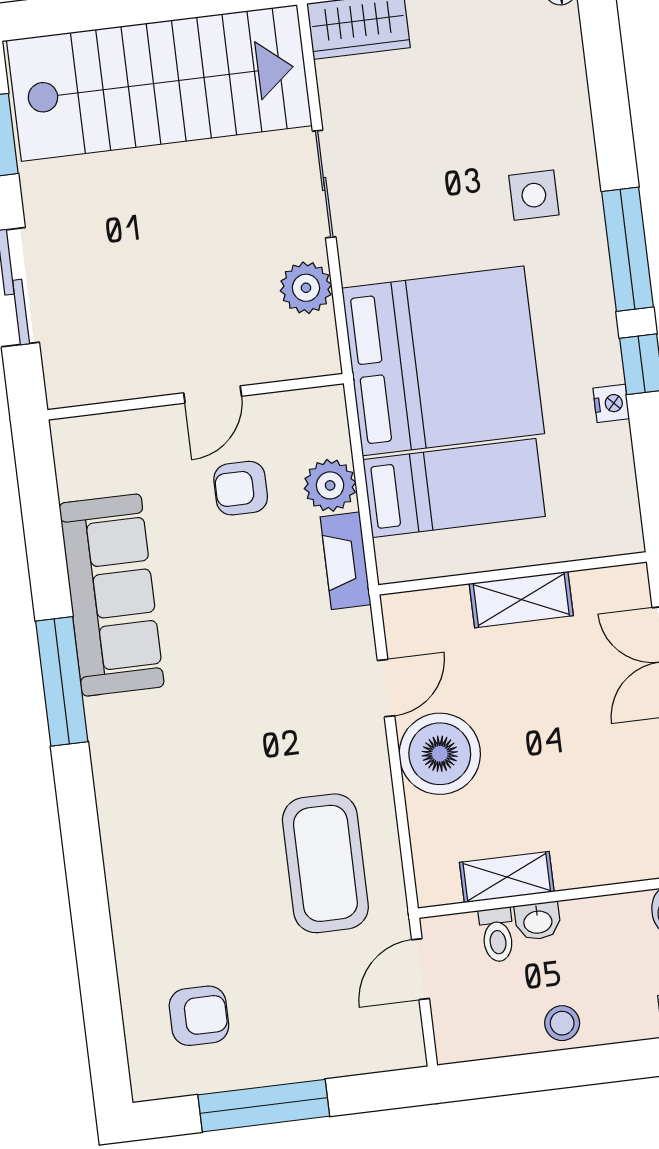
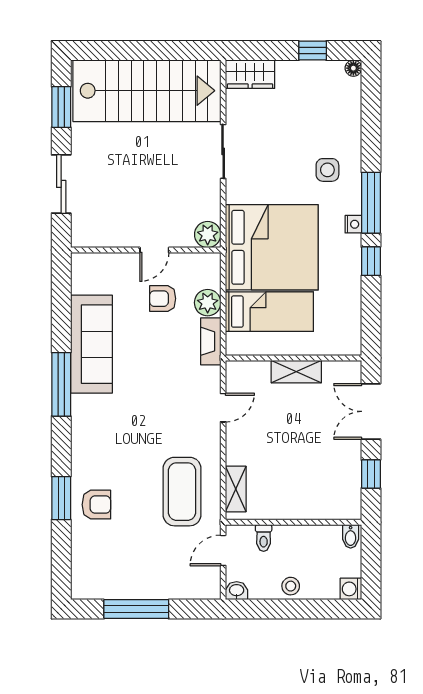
plant: (306, 288) -> (208, 235), moved
nightstand: (611, 403) -> (353, 224), moved
boiler: (440, 754) -> (246, 444), removed
shelving: (507, 877) -> (236, 489), moved, turned 90
window: (89, 905) -> (61, 498), added
washbasin: (538, 921) -> (237, 591), moved, turned 180
armchair: (199, 1016) -> (96, 505), moved

